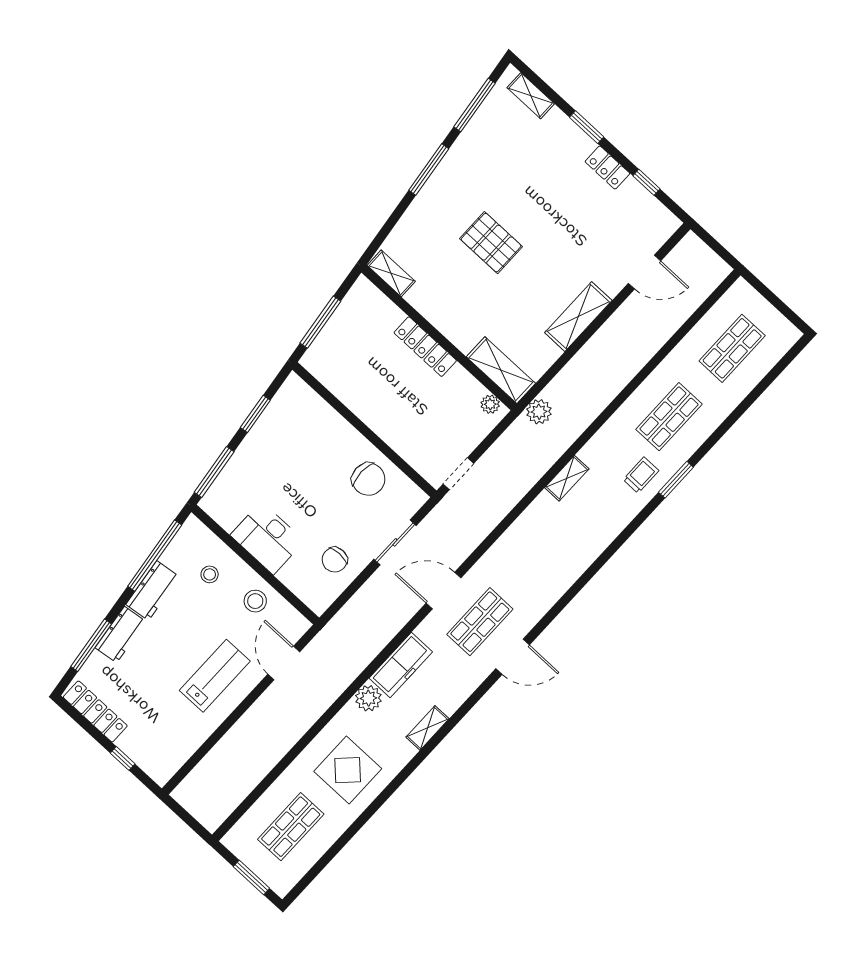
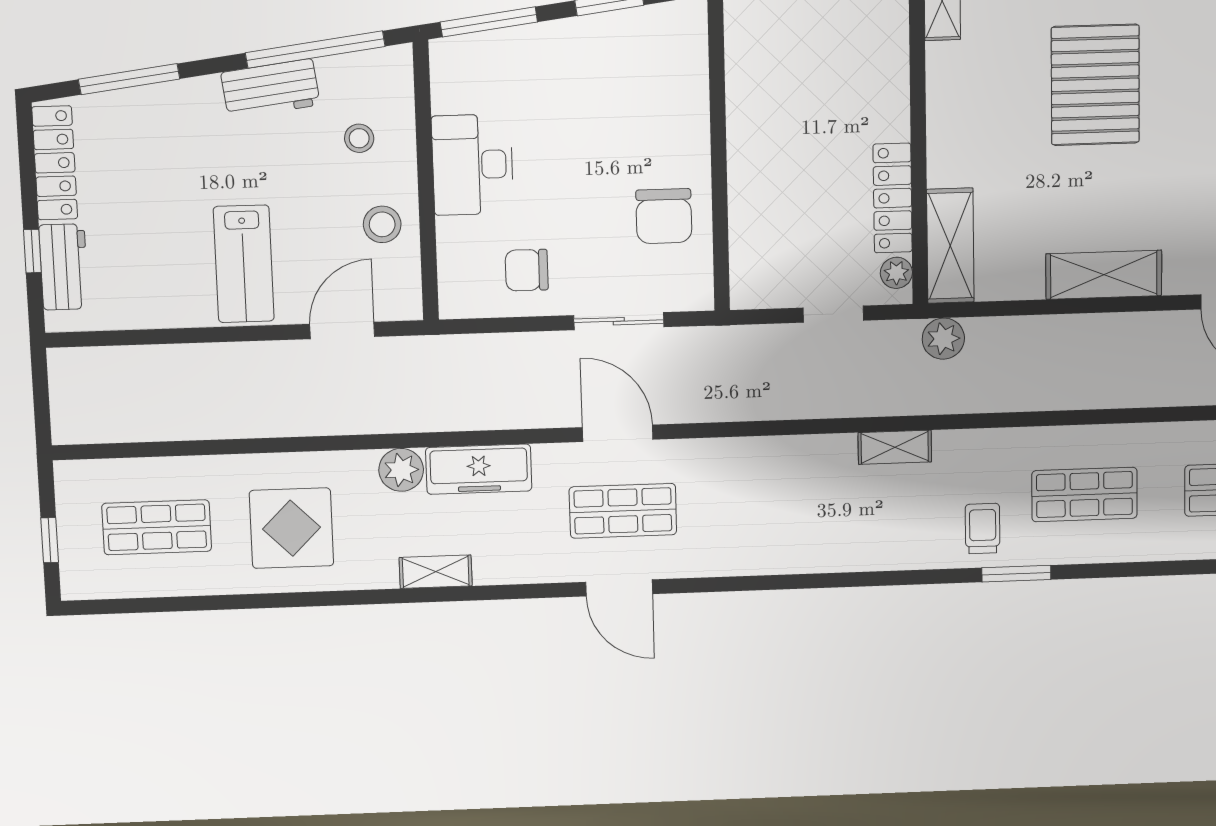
pallet: (491, 243) -> (1095, 85), width x1.37, depth x1.41
locker: (425, 347) -> (893, 198), moved
doorway: (458, 474) -> (833, 314), moved
trolley: (641, 475) -> (983, 529), turned -90
workbench: (120, 635) -> (64, 267), moved, turned -83
lab bench: (215, 676) -> (244, 264), turned 90
window: (251, 877) -> (50, 540), width x0.67

